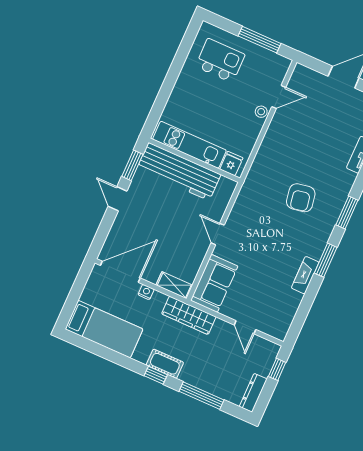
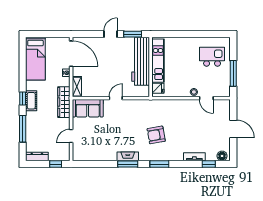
kitchen island: (220, 61) -> (212, 57), turned -90
fireplace: (305, 275) -> (128, 156), moved

